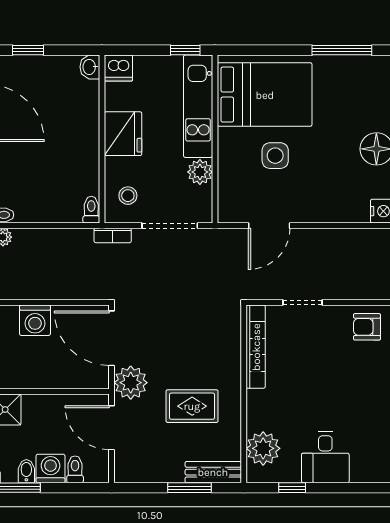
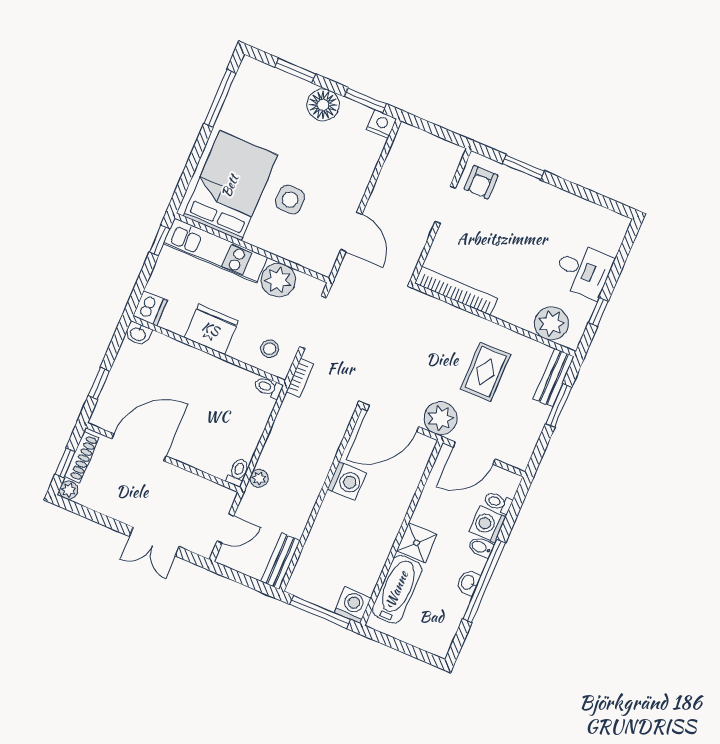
plant: (200, 172) -> (278, 280), width x1.36, depth x1.36
doorway: (302, 303) -> (445, 205), moved

